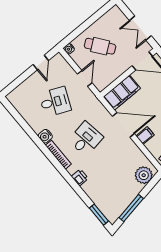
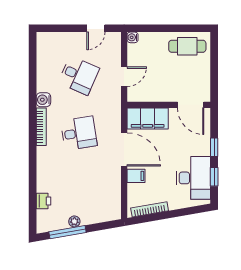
double door: (140, 28) -> (214, 73), removed
cafe table: (100, 46) -> (187, 46), moved, turned -53
plant: (144, 175) -> (74, 221), moved, width x0.53, depth x0.53
printer: (80, 177) -> (44, 201), moved
window: (99, 215) -> (33, 213), removed

